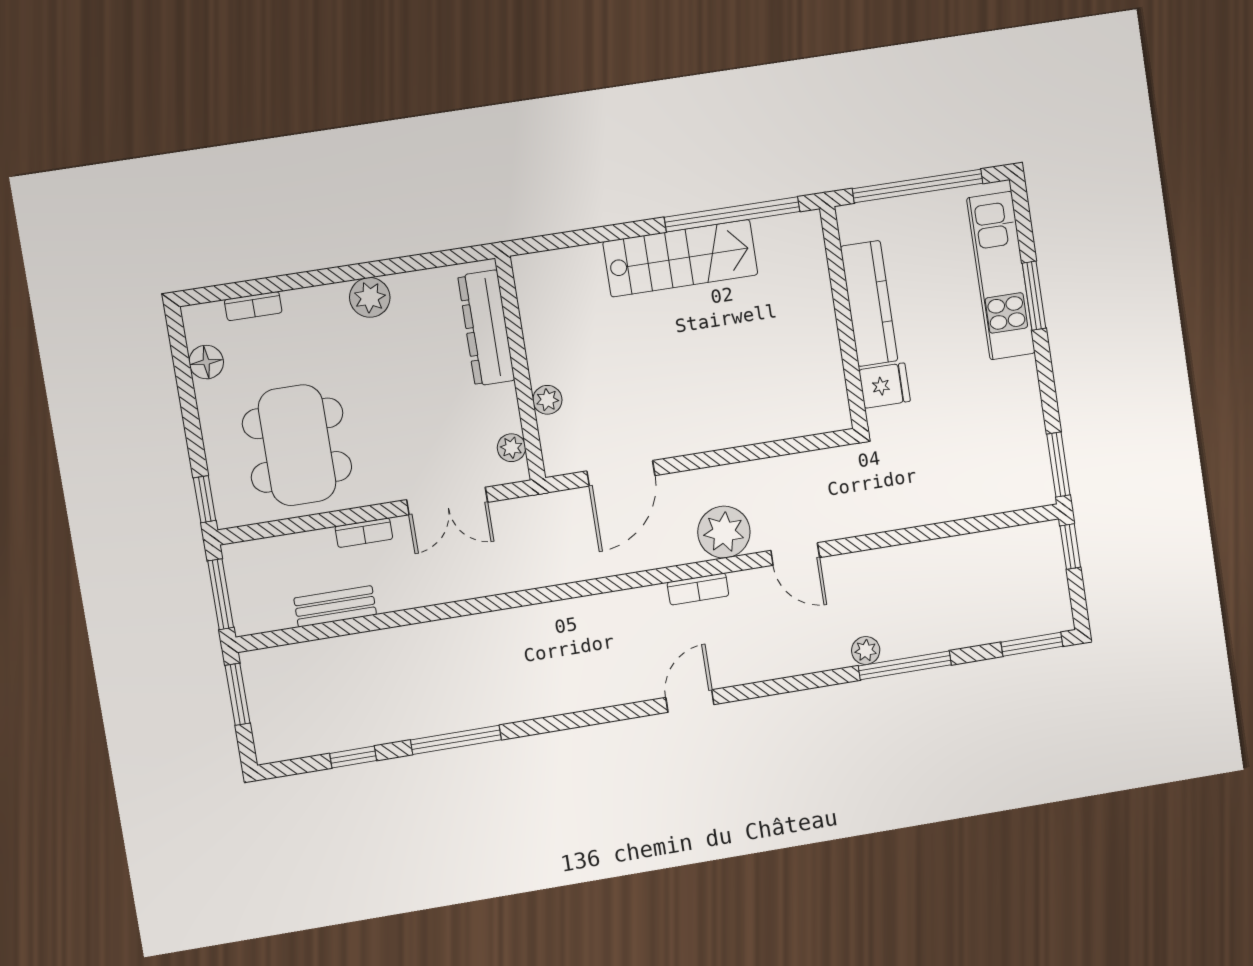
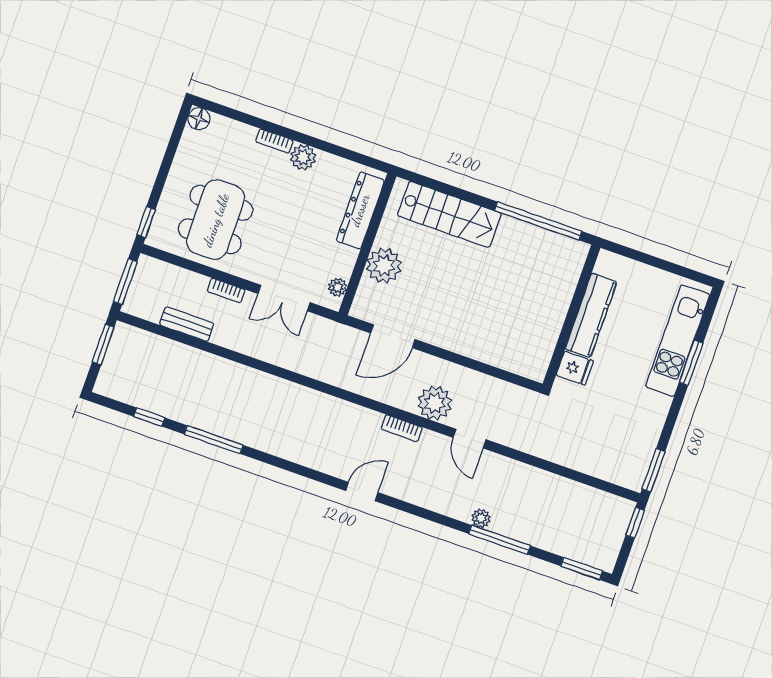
window: (918, 186) -> (656, 262), removed
stairs: (680, 258) -> (449, 214), moved
bookcase: (253, 306) -> (274, 141), moved
floor lamp: (206, 362) -> (199, 119), moved
plant: (547, 400) -> (384, 266), width x1.88, depth x1.88

